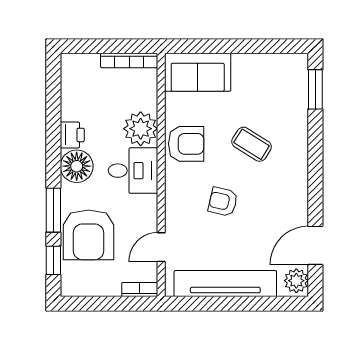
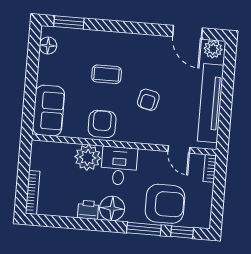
bookcase: (129, 61) -> (33, 192), moved
floor lamp: (283, 65) -> (48, 46), added
coffee table: (252, 144) -> (107, 74), turned 58

